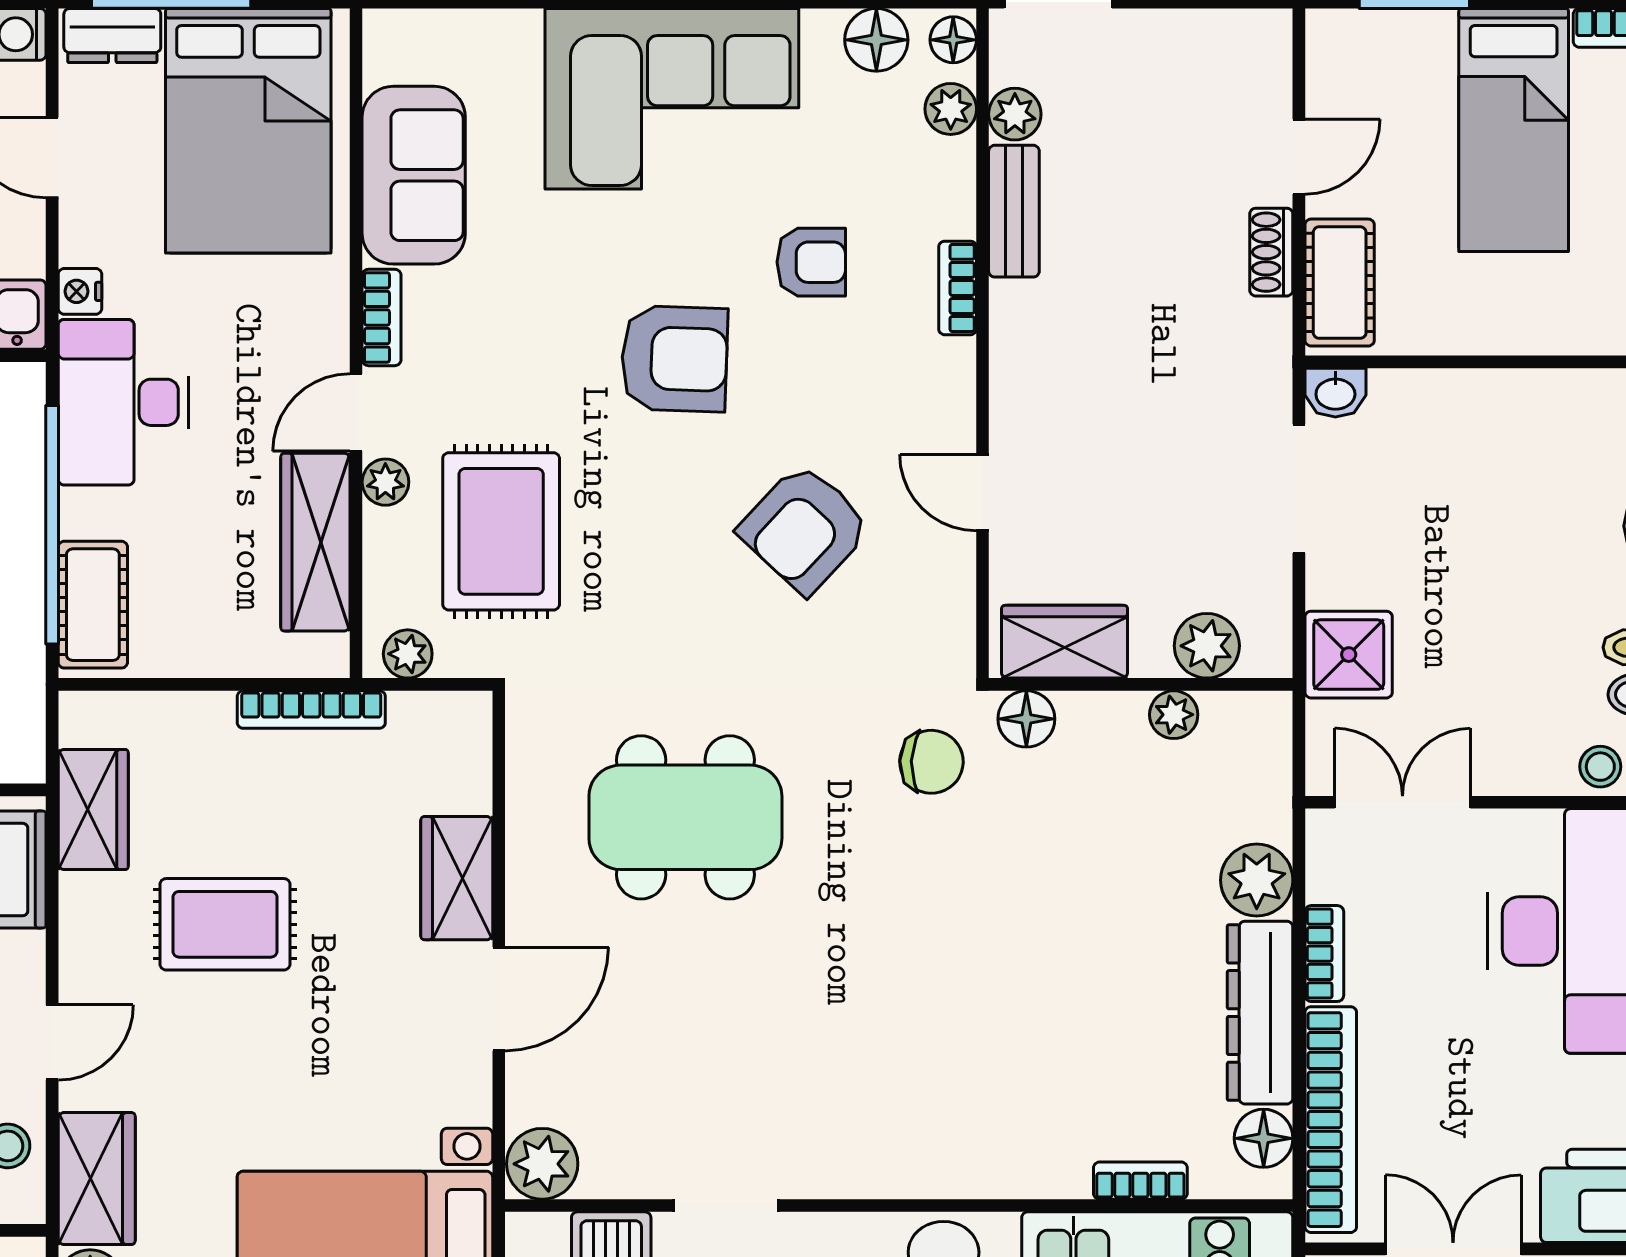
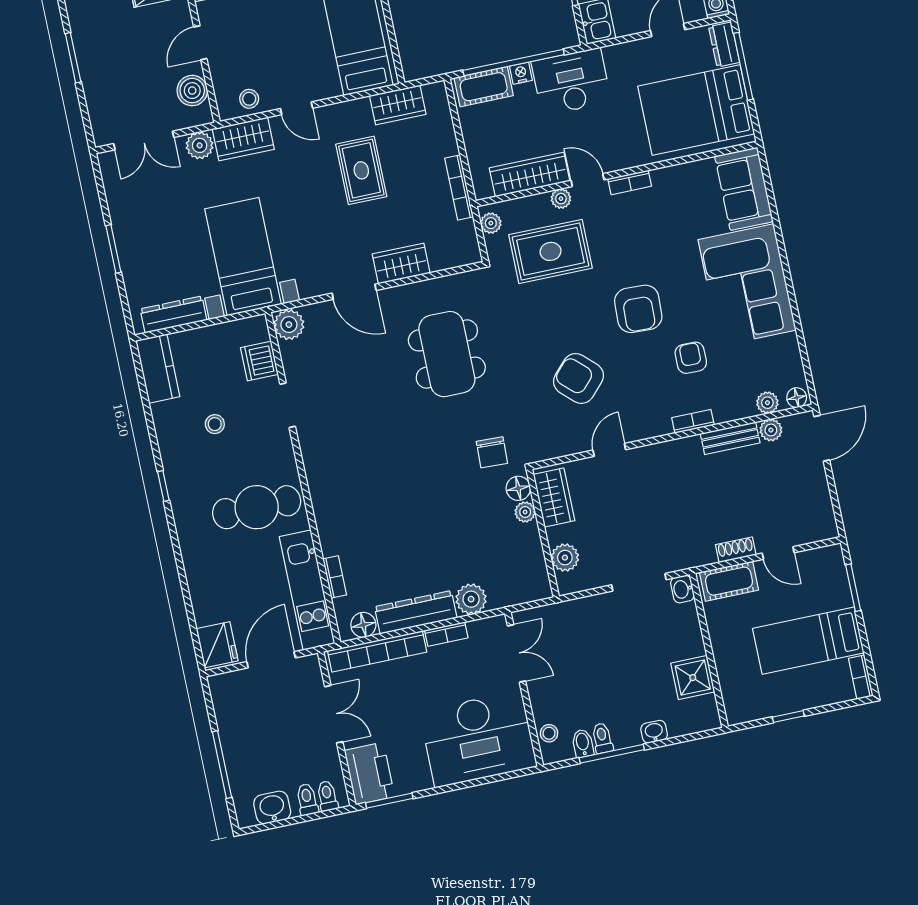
floor lamp: (876, 40) -> (790, 365), removed
sofa: (414, 175) -> (744, 189), moved, turned 90
armchair: (811, 262) -> (691, 358), turned 180
nightstand: (80, 291) -> (521, 73), moved
shower: (1349, 655) -> (693, 678), moved
plant: (1174, 715) -> (525, 512), moved

